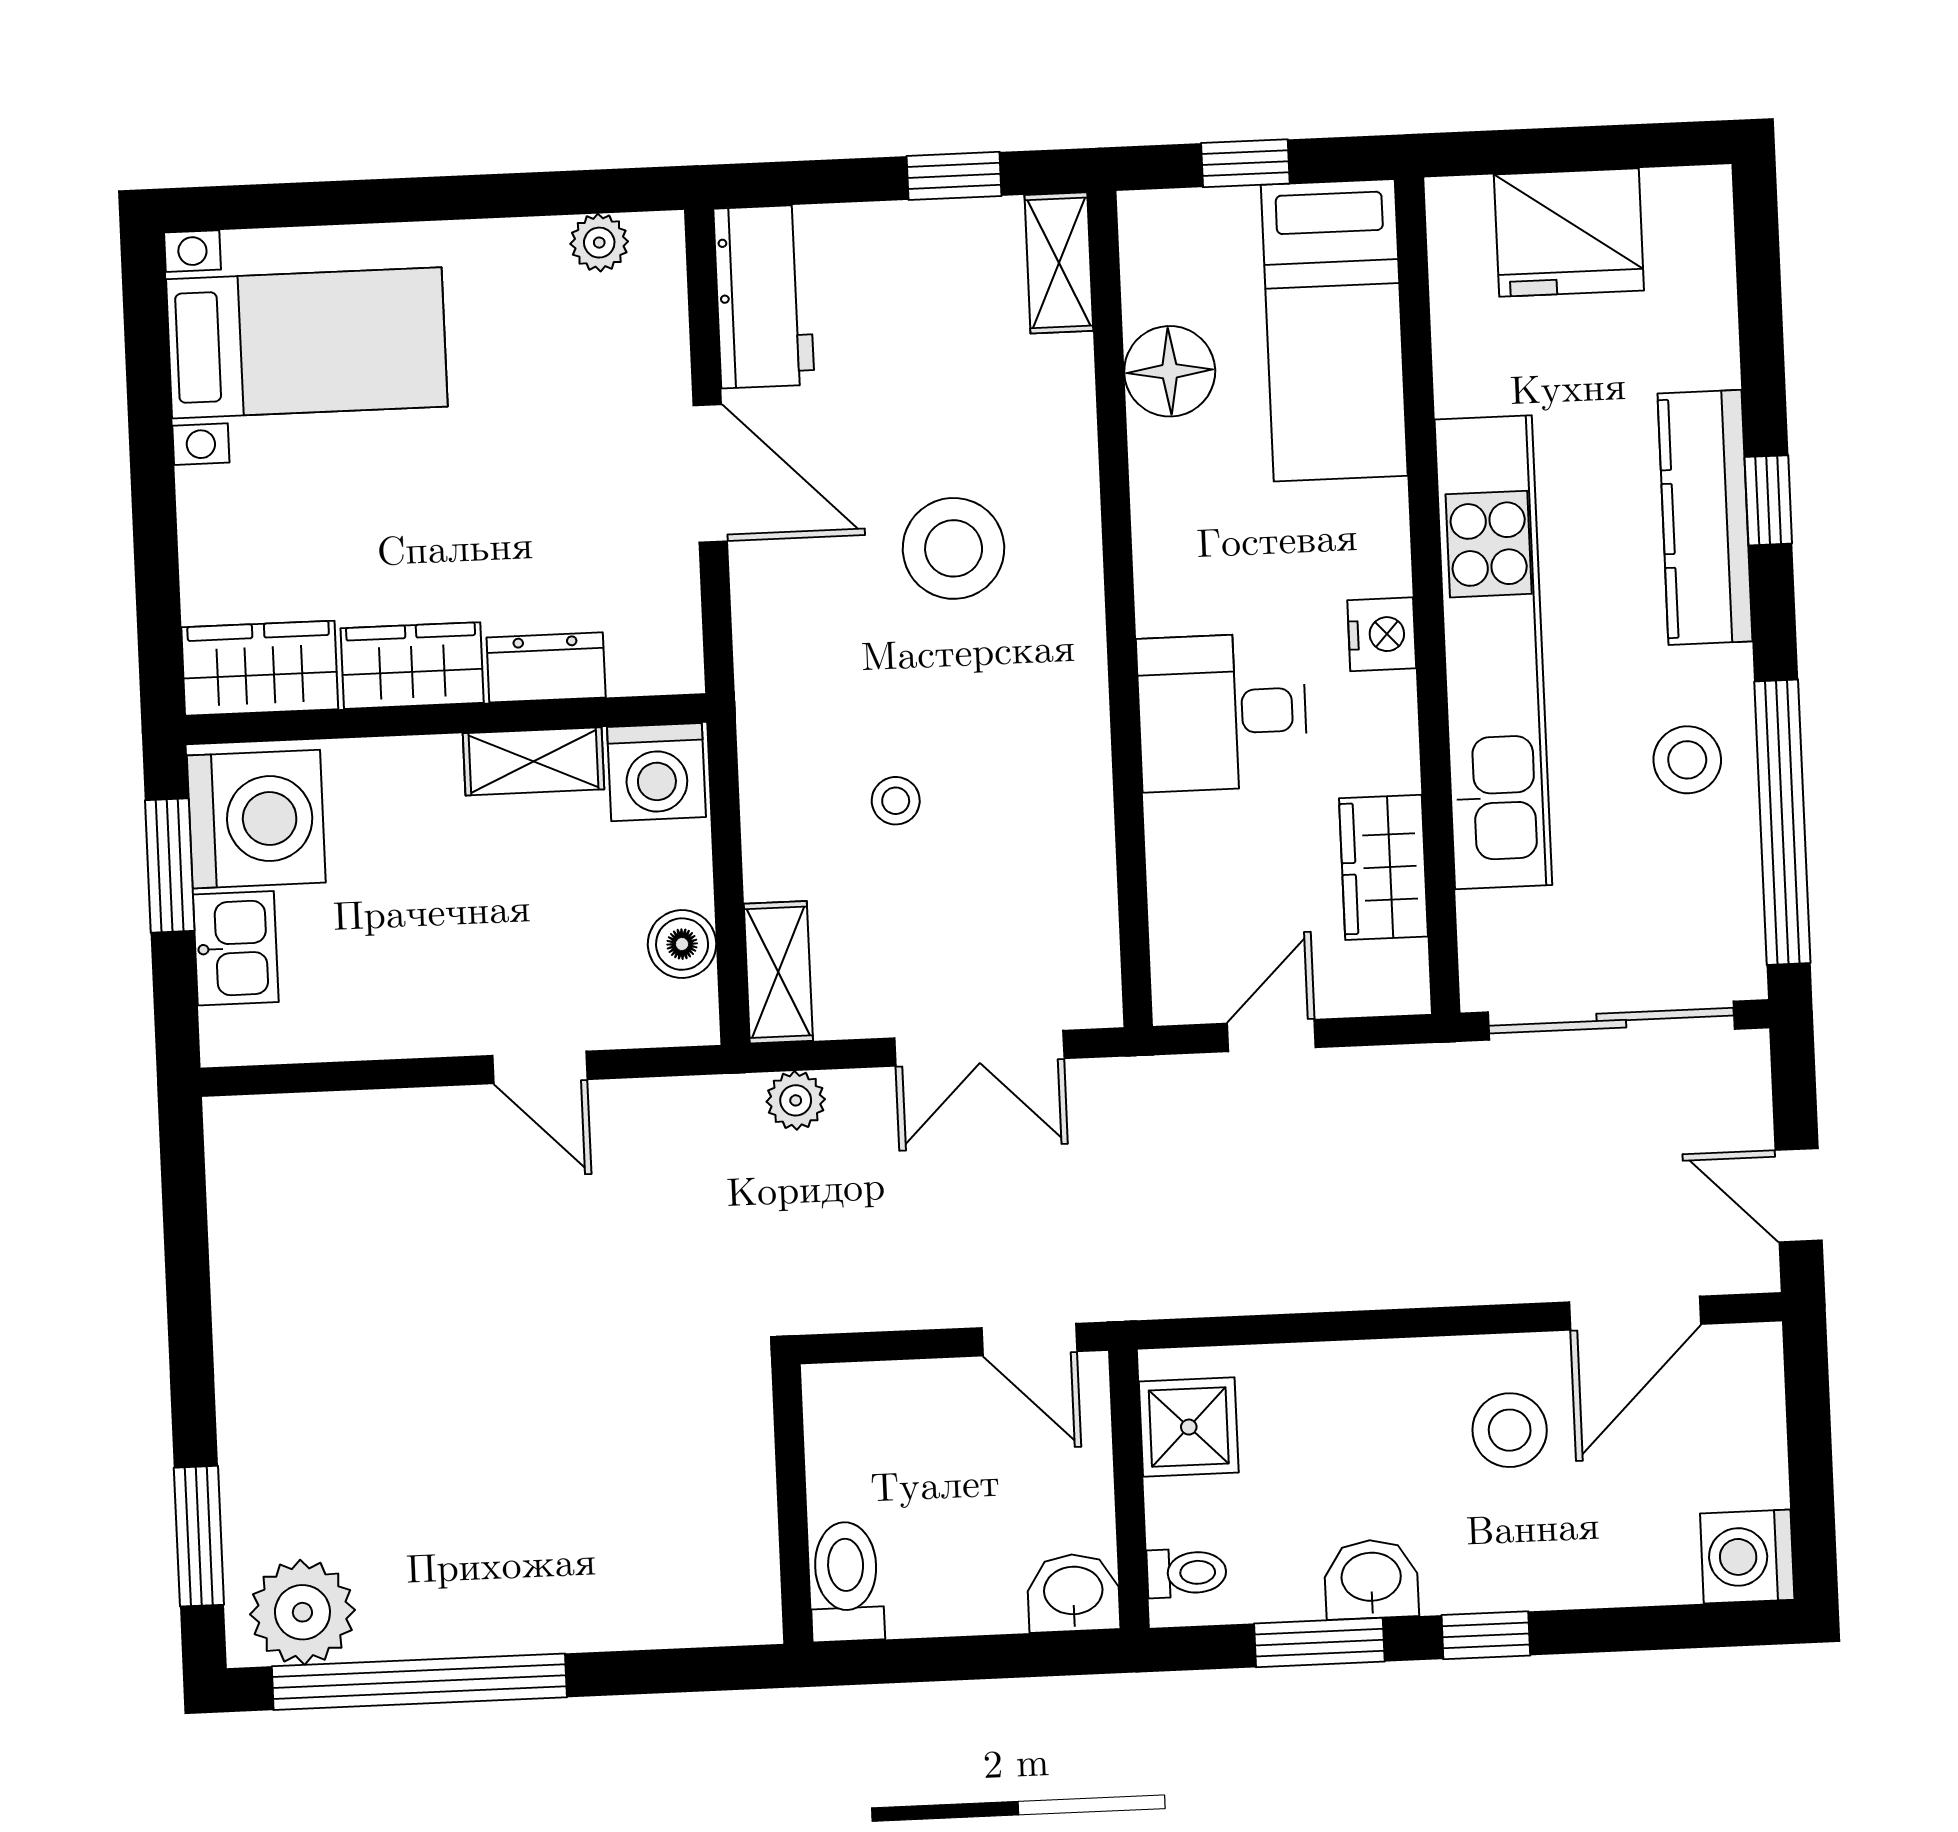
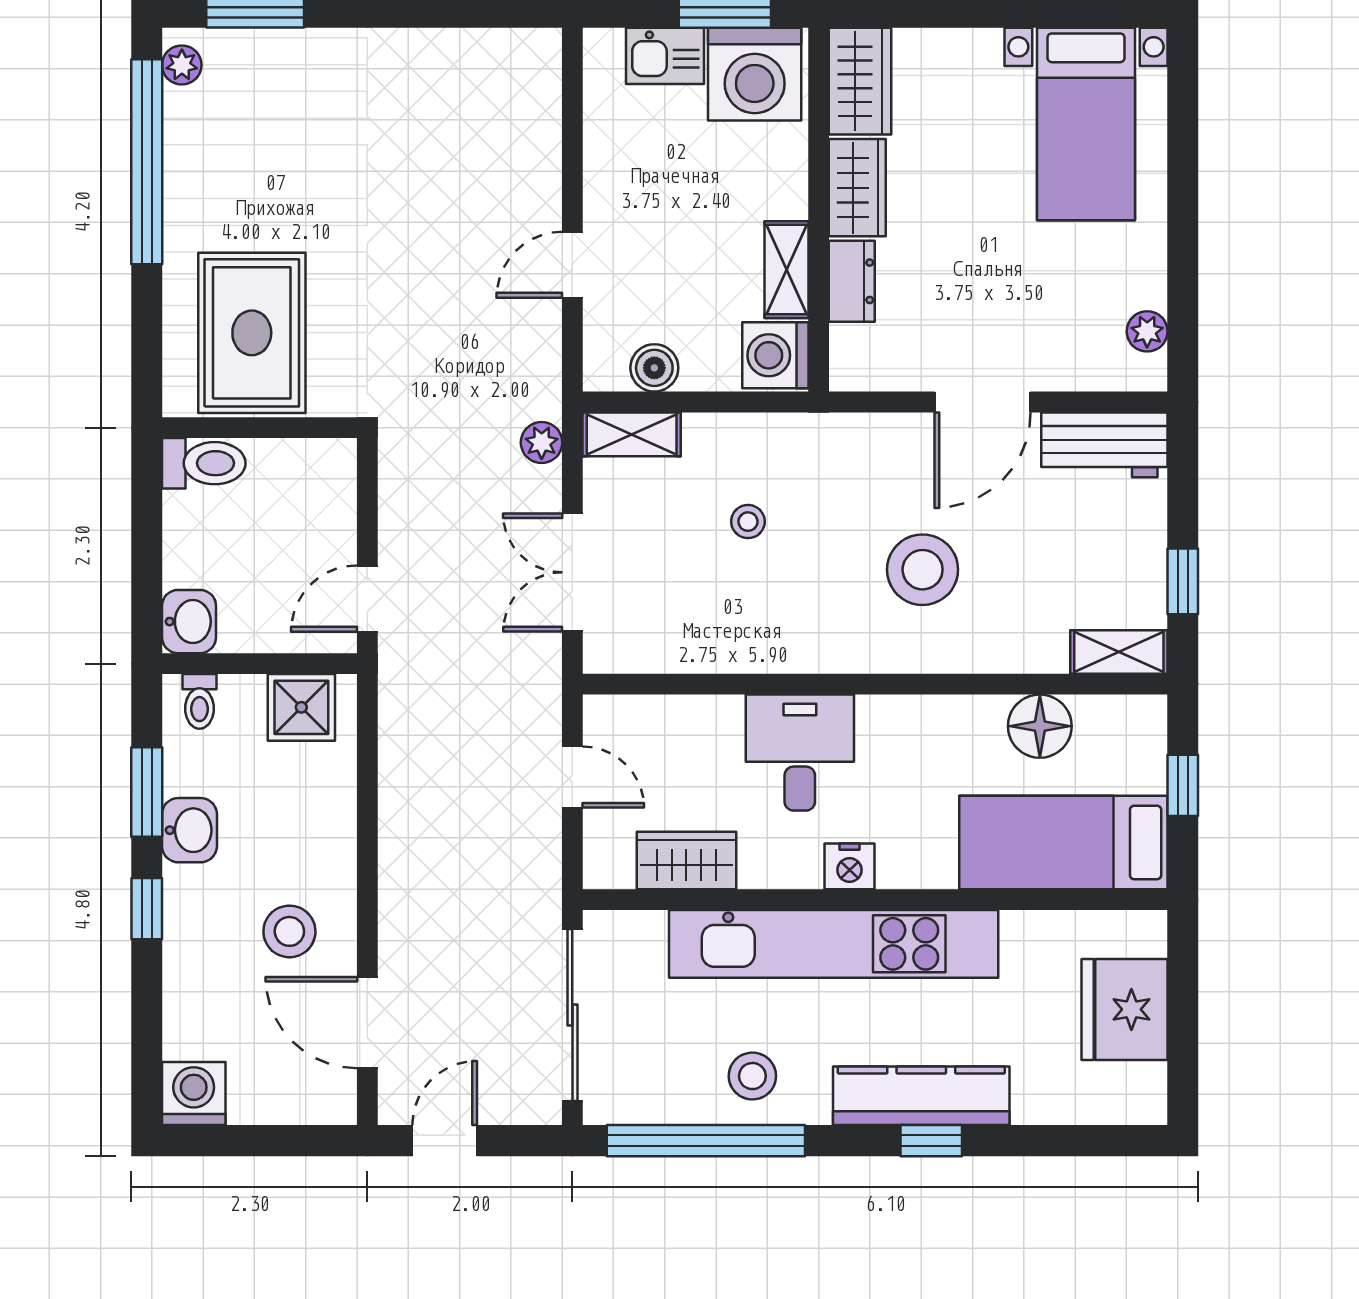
rug: (657, 1521) -> (252, 333), added
plant: (302, 1612) -> (182, 65), width x0.53, depth x0.53

